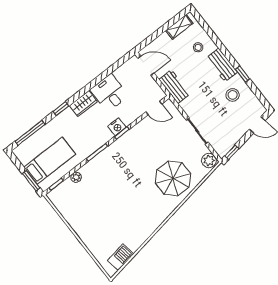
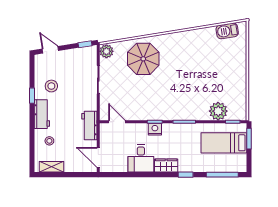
plant: (76, 177) -> (218, 111), width x1.87, depth x1.87

